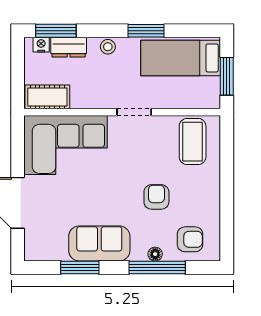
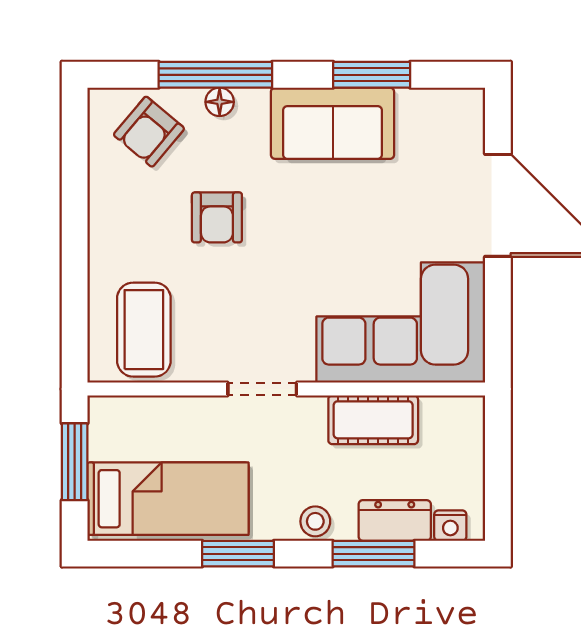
window: (56, 31) -> (374, 554), moved
cot: (47, 97) -> (373, 420), moved
armchair: (190, 239) -> (149, 132), turned -50

